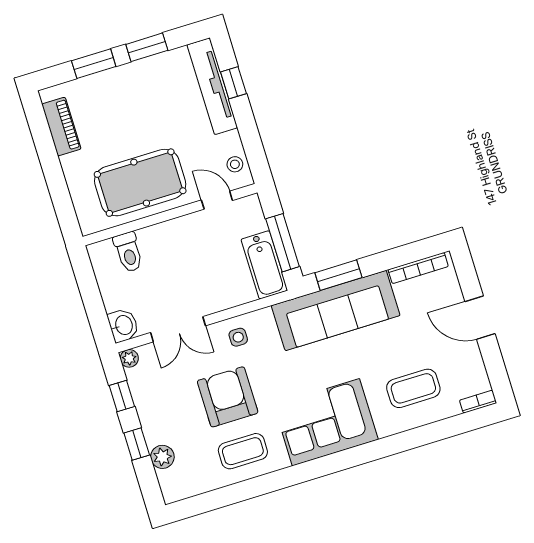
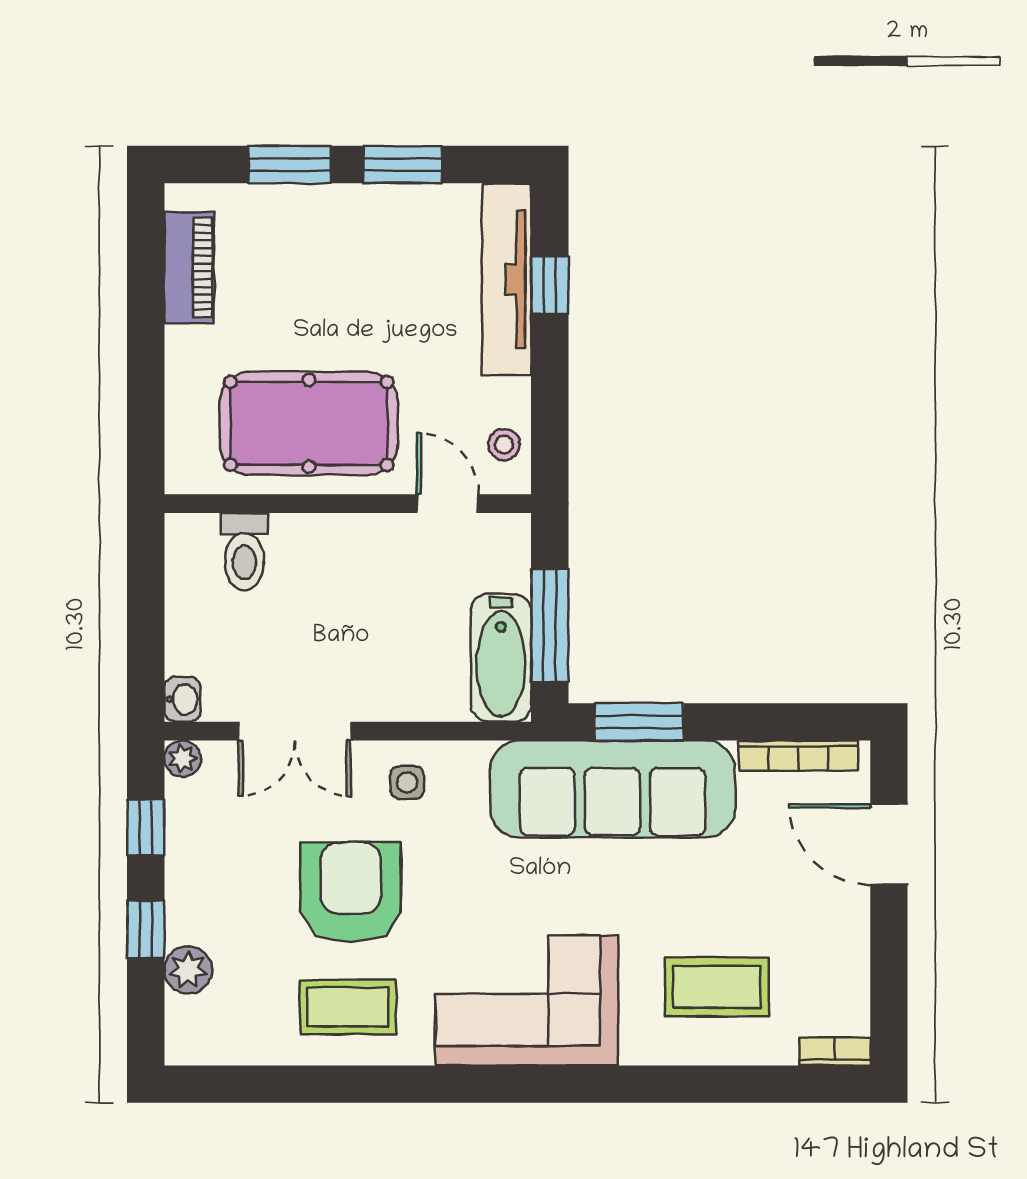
door: (480, 318) -> (889, 844), moved
washbasin: (123, 325) -> (183, 699), width x0.72, depth x0.69

